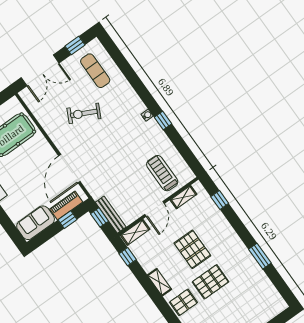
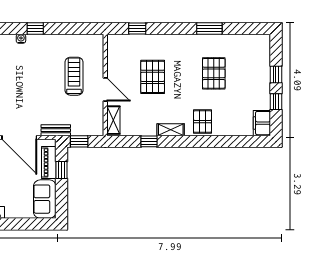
treadmill: (162, 173) -> (74, 76), moved, turned 90
shelving: (183, 197) -> (113, 58), removed
bench: (111, 215) -> (56, 130), moved, width x0.73
pallet: (192, 249) -> (153, 77), moved, turned 90
window: (128, 257) -> (149, 141), moved
pallet: (210, 282) -> (214, 73), moved

